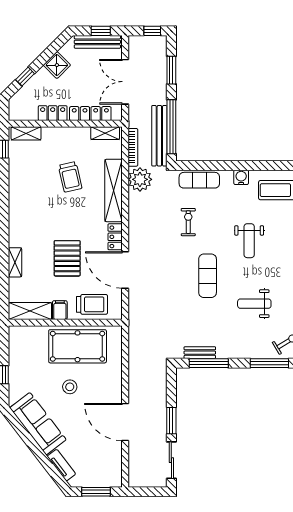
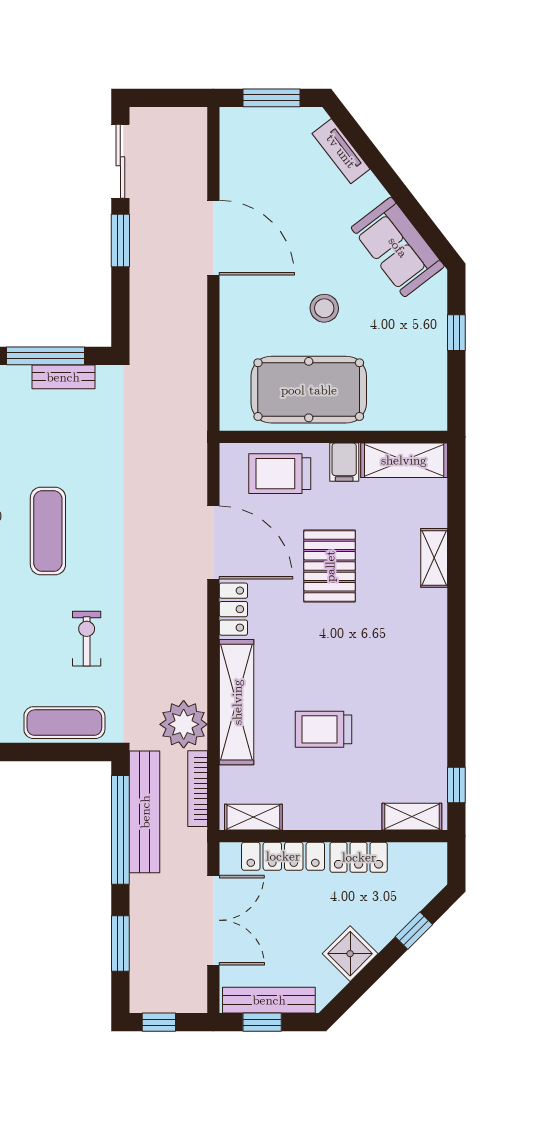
trolley: (70, 177) -> (323, 729), turned -77
exercise bike: (188, 222) -> (87, 639), turned 180
sofa: (38, 424) -> (398, 247), width x0.73

